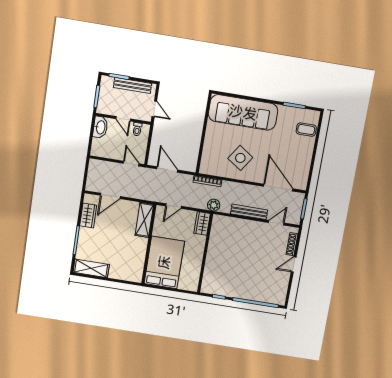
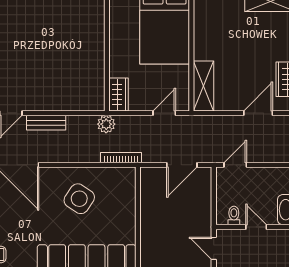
door: (131, 164) -> (235, 165), swing flipped
door: (167, 169) -> (182, 165), hinge flipped
bench: (249, 212) -> (46, 123), width x0.73

